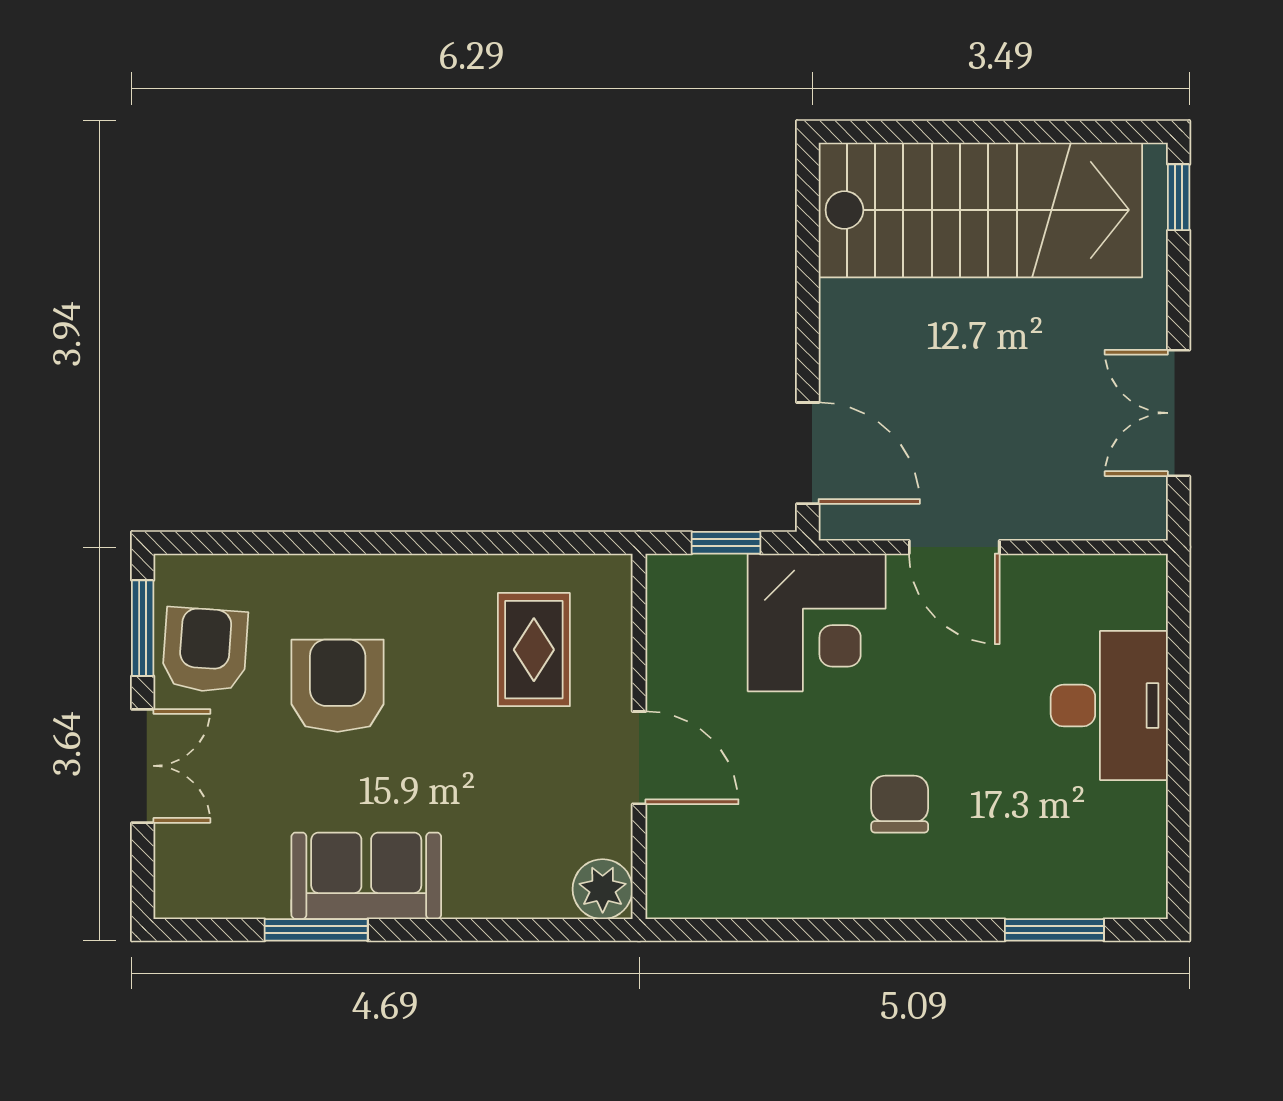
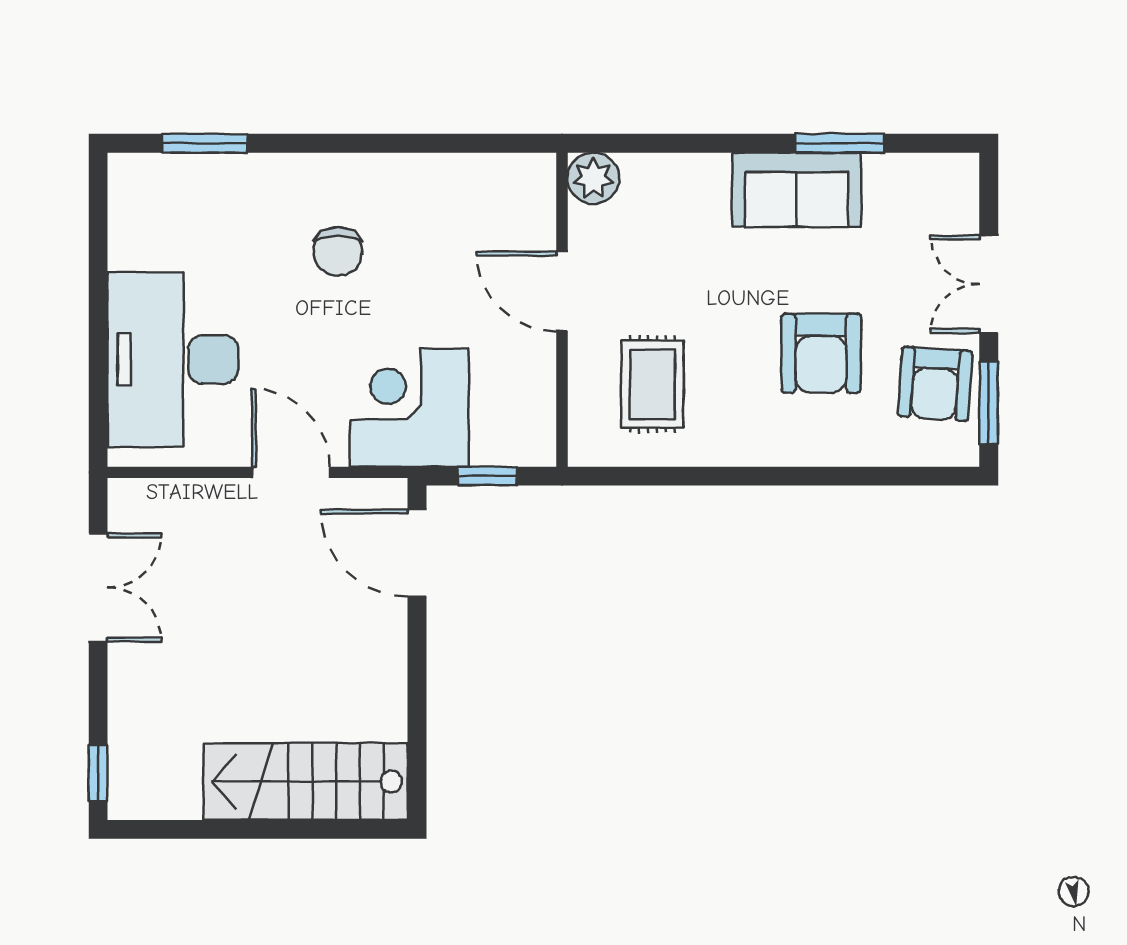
stairs: (980, 210) -> (306, 782), width x0.73, depth x0.66
desk: (1109, 706) -> (173, 359), width x1.36, depth x1.30

